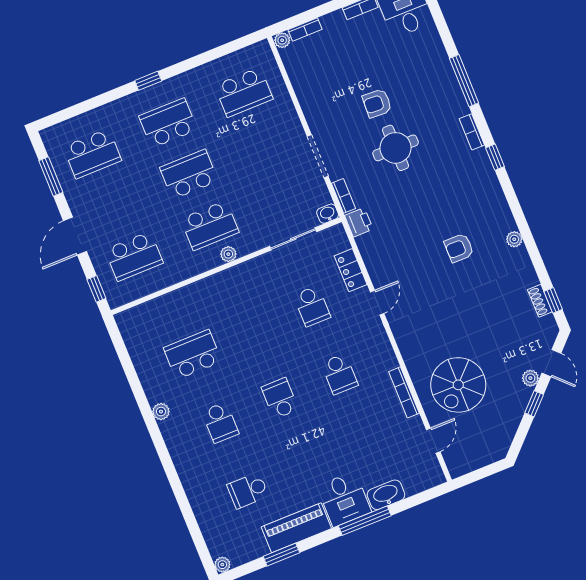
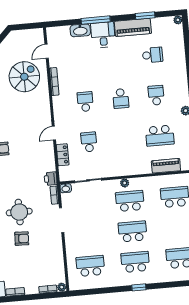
school desk: (168, 123) -> (135, 262), turned 180
school desk: (189, 174) -> (133, 231), turned 180
piano: (166, 306) -> (166, 166), added

